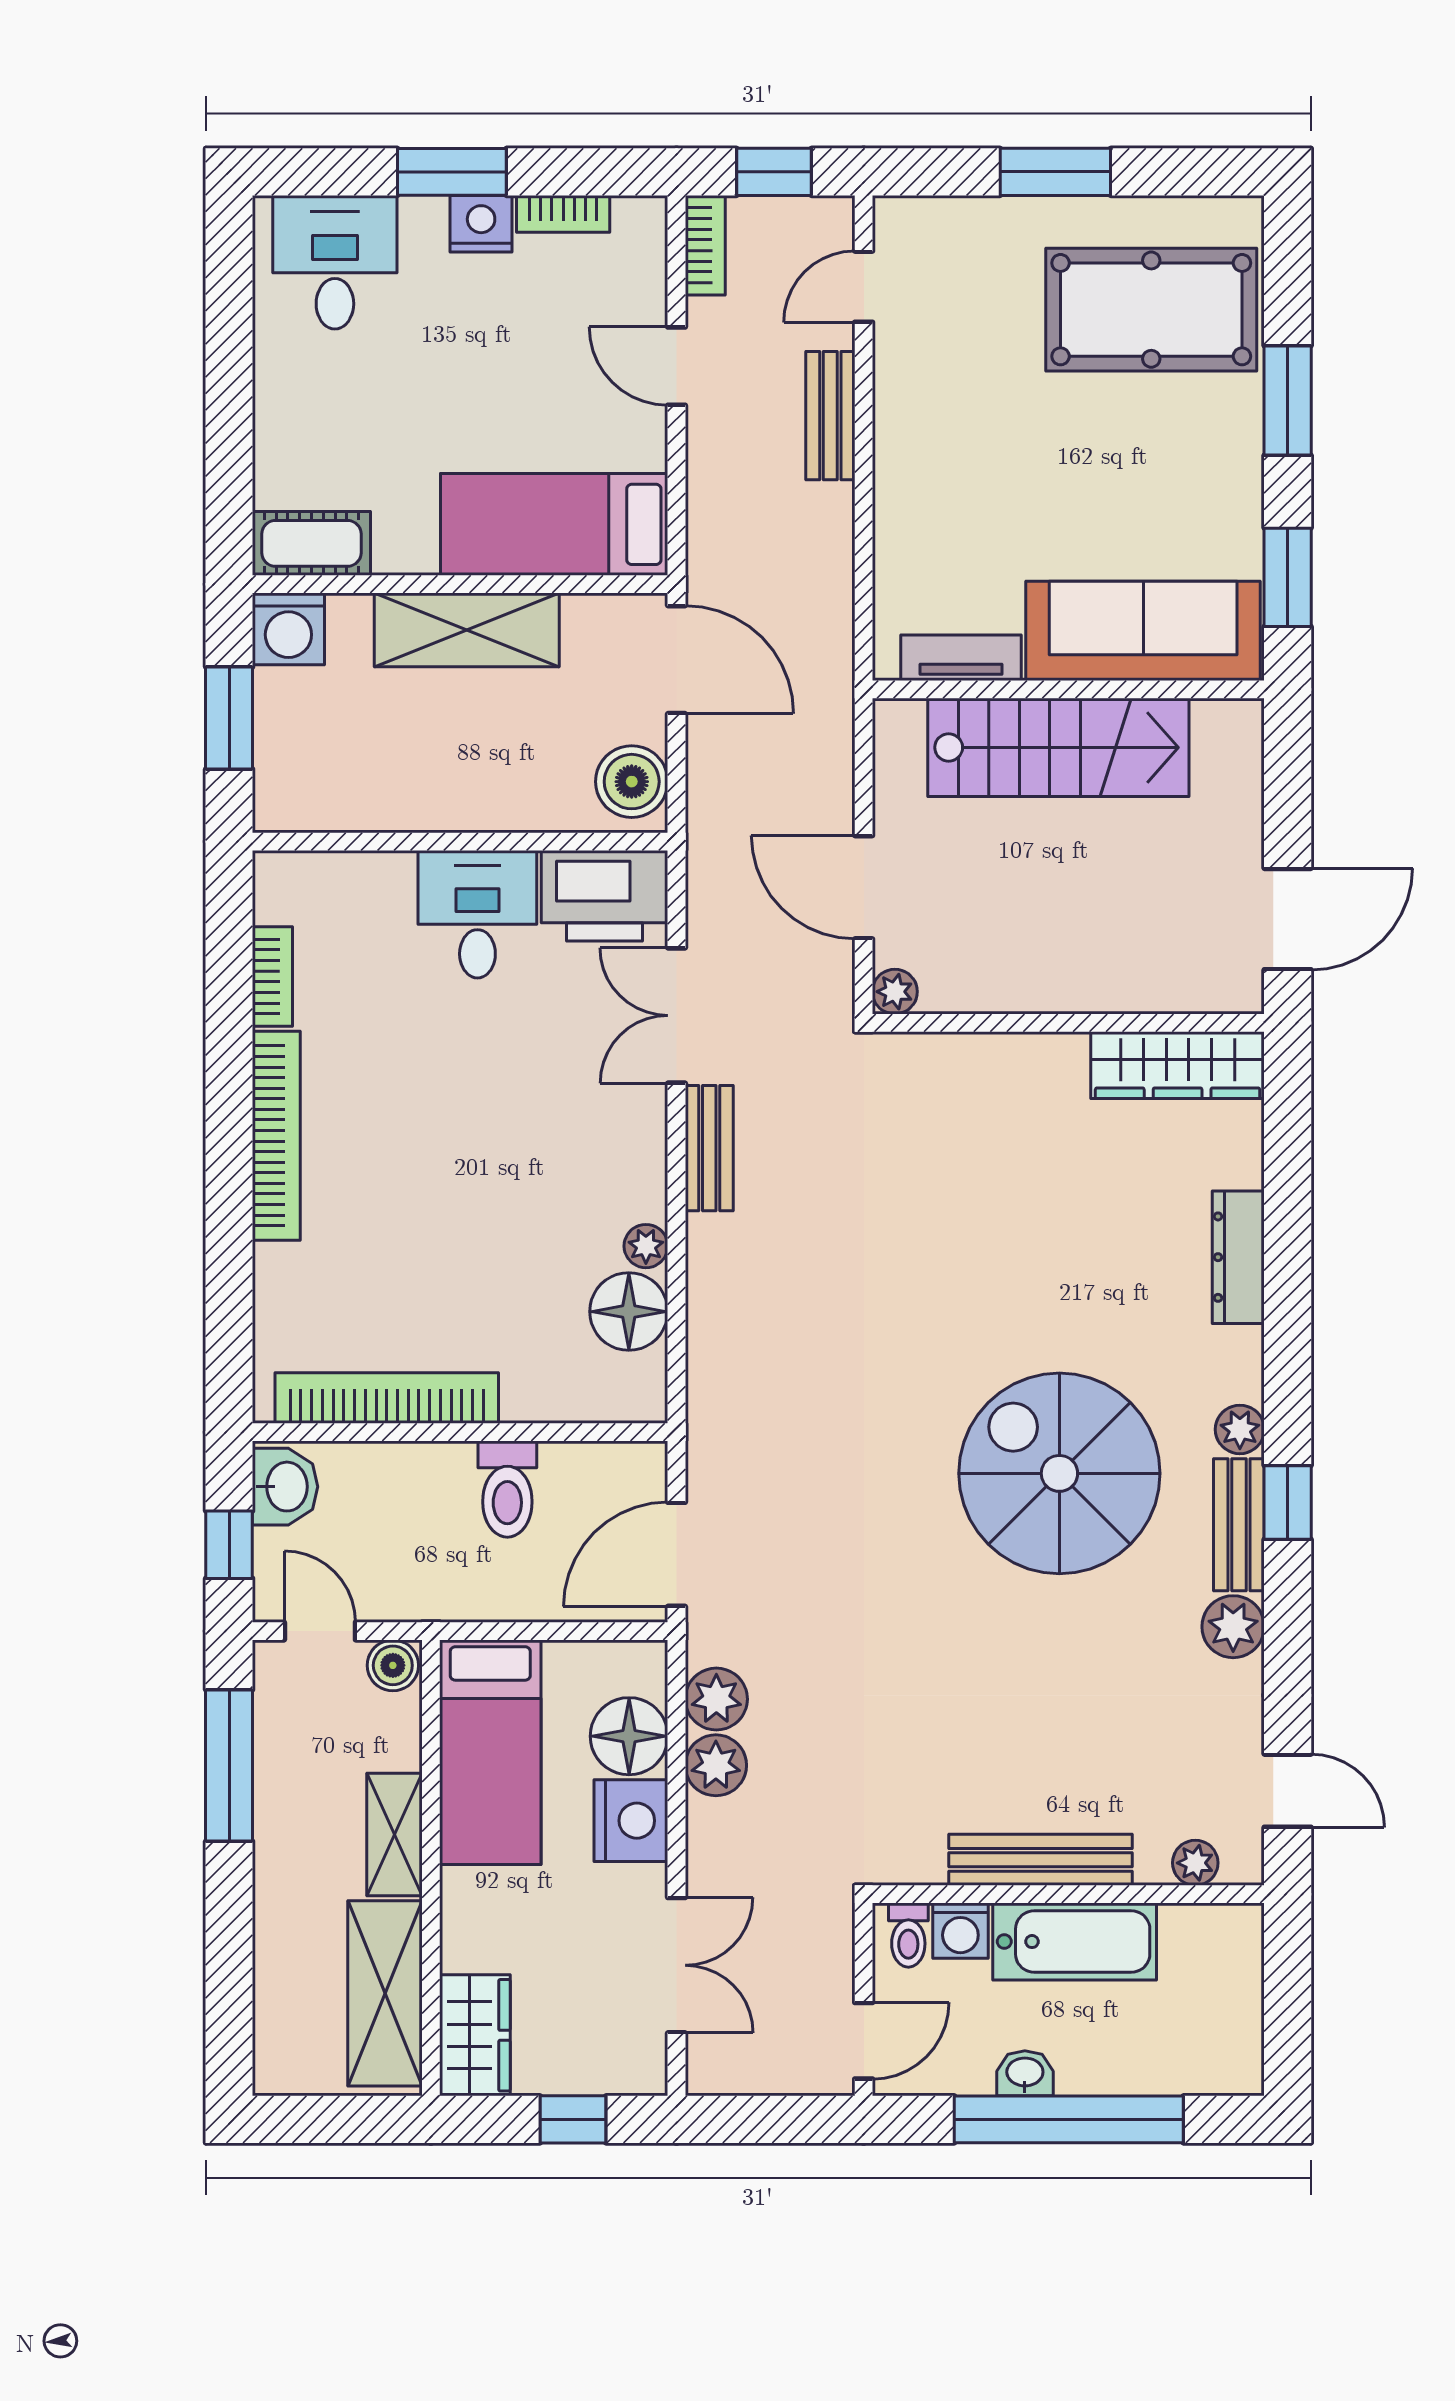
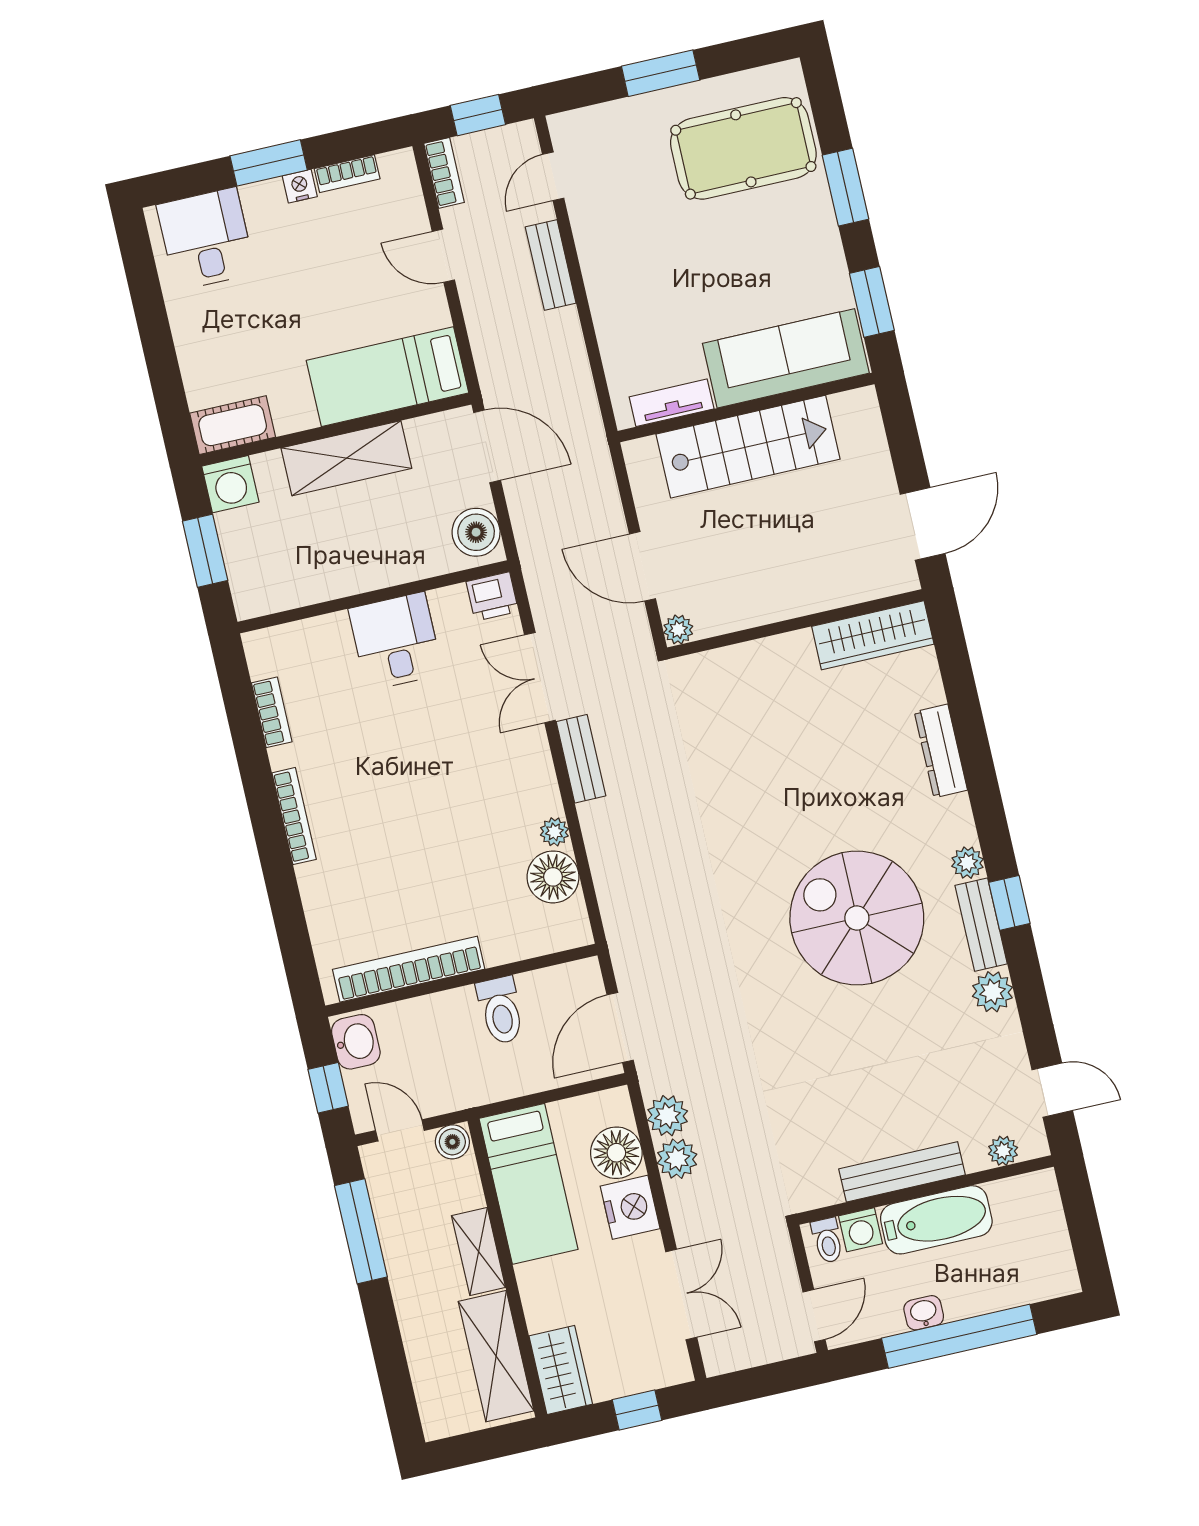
nightstand: (481, 224) -> (300, 186), width x0.72, depth x0.74
printer: (605, 896) -> (492, 596), width x0.53, depth x0.68
bookcase: (276, 1136) -> (294, 816), width x0.68, depth x0.76

